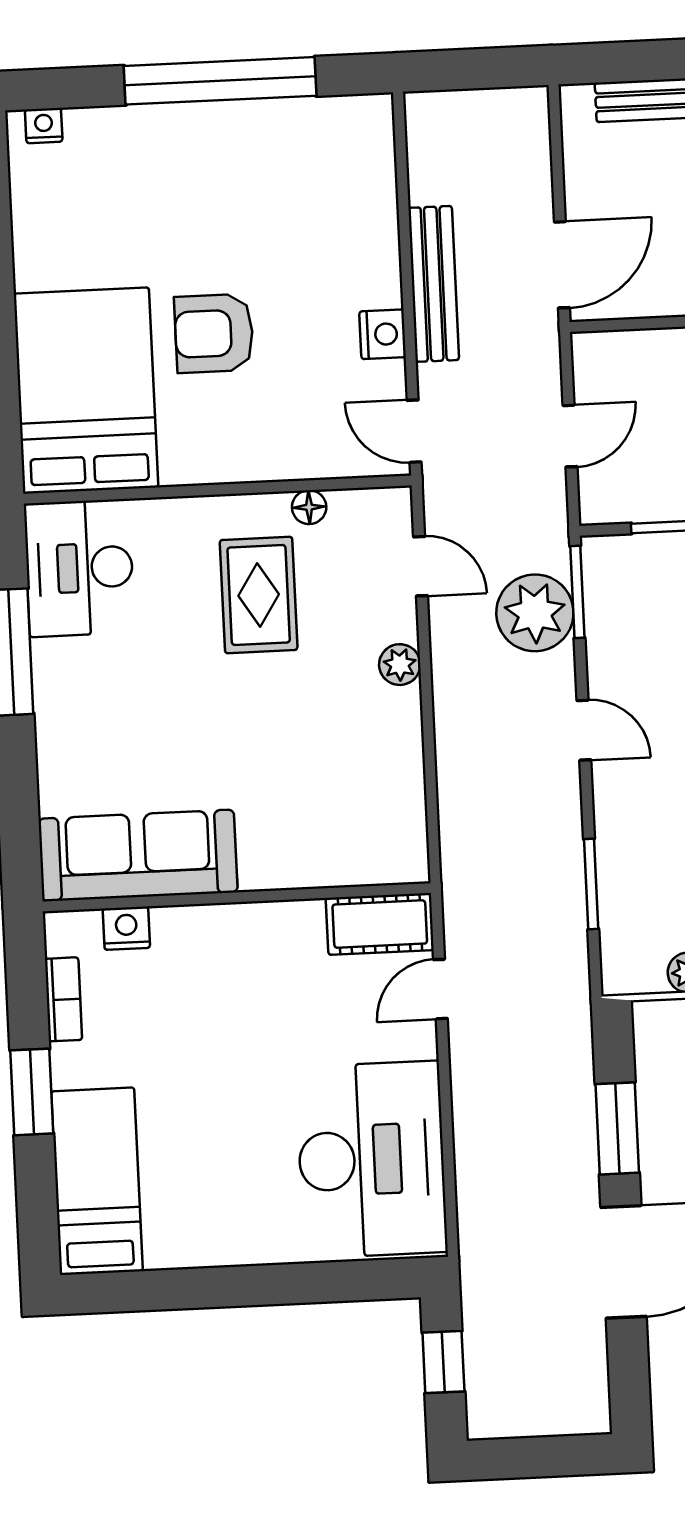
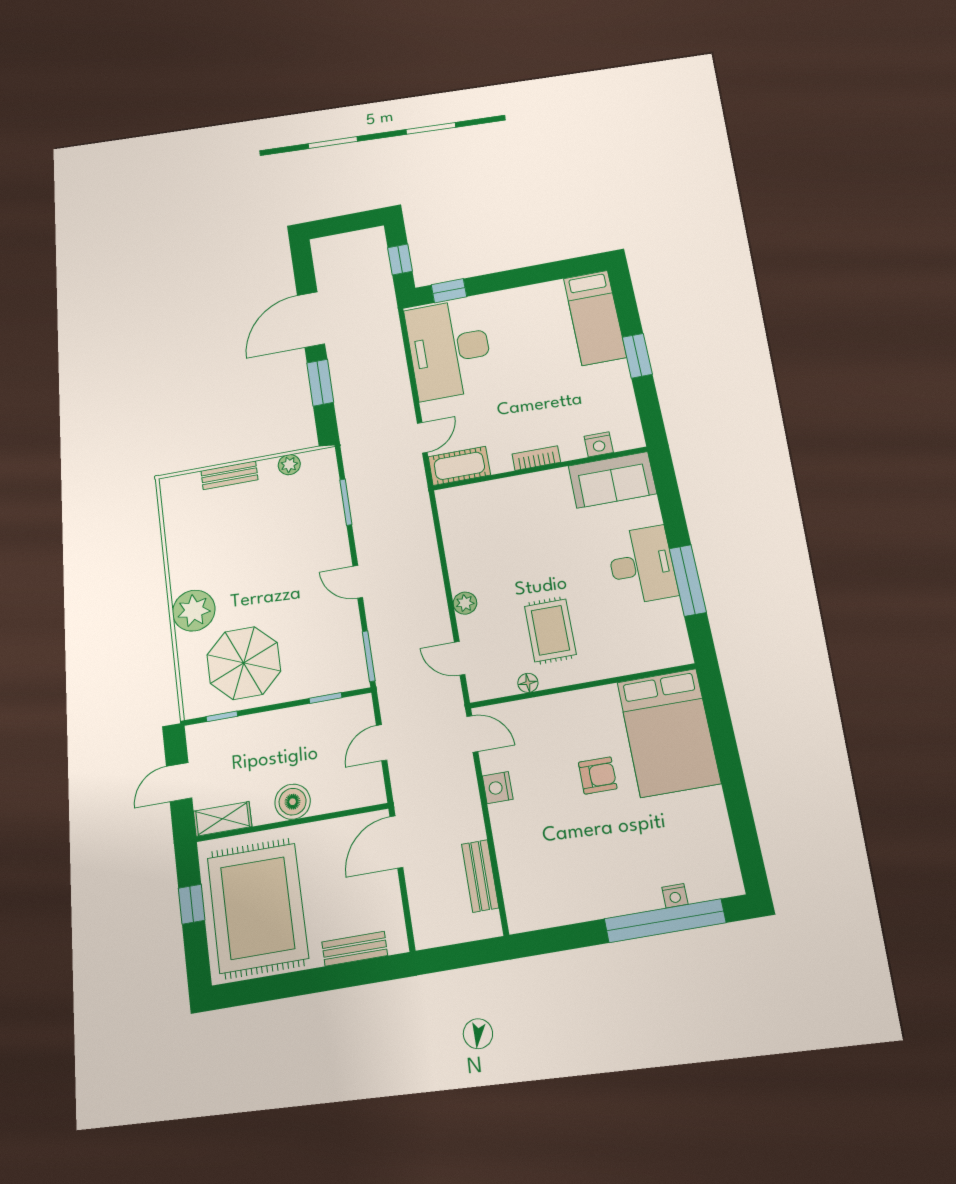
window: (220, 81) -> (665, 921), moved
nightstand: (44, 126) -> (675, 896), moved
bench: (434, 284) -> (480, 876), moved, width x0.73
armchair: (214, 333) -> (598, 775), width x0.72, depth x0.72
desk: (79, 568) -> (642, 565), moved
plant: (535, 613) -> (392, 641), removed
sofa: (138, 855) -> (612, 480), width x0.73
bookcase: (64, 999) -> (536, 458), moved, turned 90
window: (359, 1281) -> (449, 291), added

